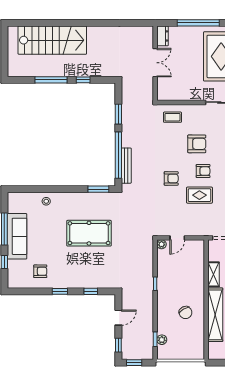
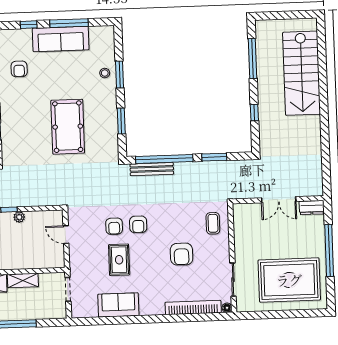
window: (51, 80) -> (252, 59), moved
armchair: (203, 171) -> (114, 226), moved
window: (48, 189) -> (120, 74), added
window: (98, 189) -> (121, 121), moved
plant: (162, 244) -> (19, 217), moved

